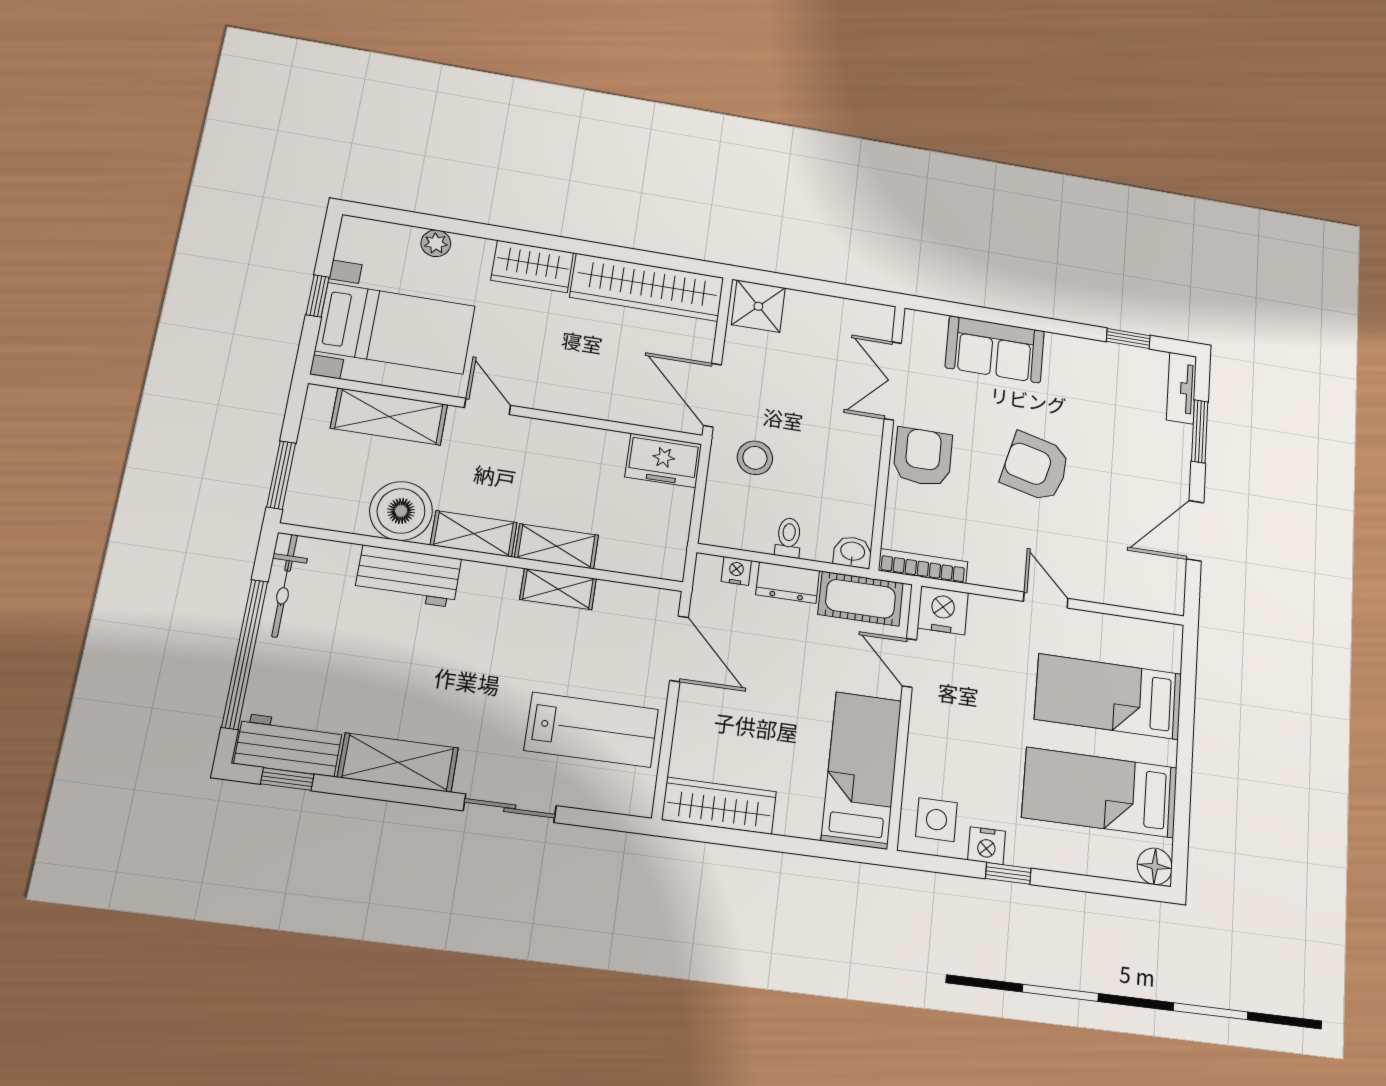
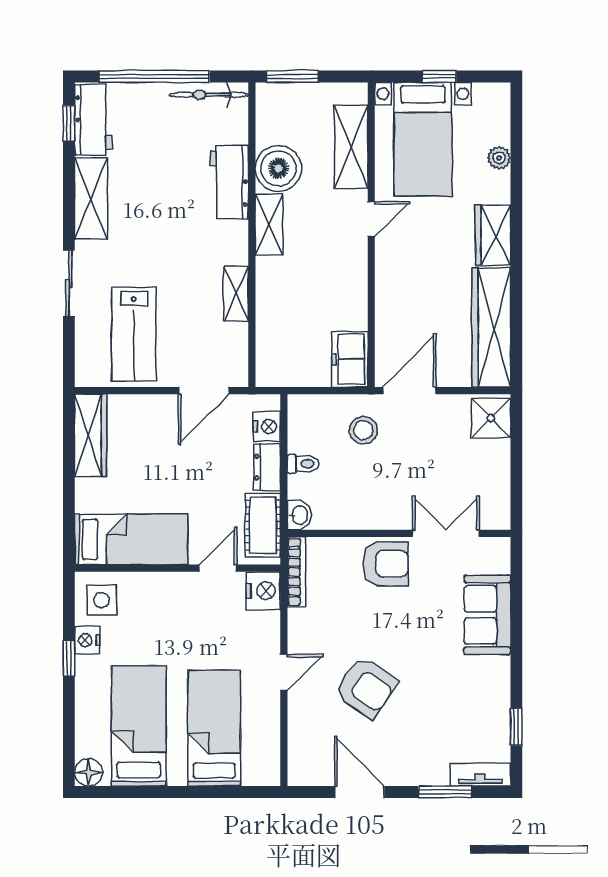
armchair: (1036, 467) -> (366, 687), moved, turned 110
shelving: (557, 546) -> (269, 288), removed
nightstand: (736, 571) -> (267, 426), width x1.39, depth x1.35

